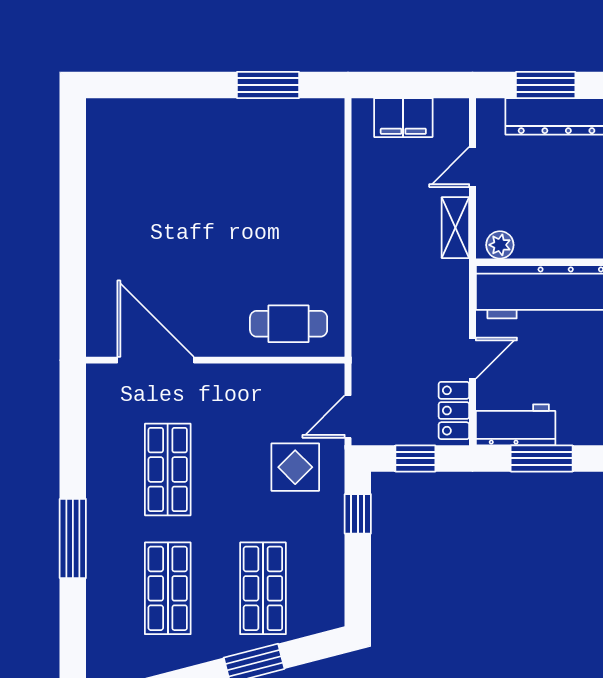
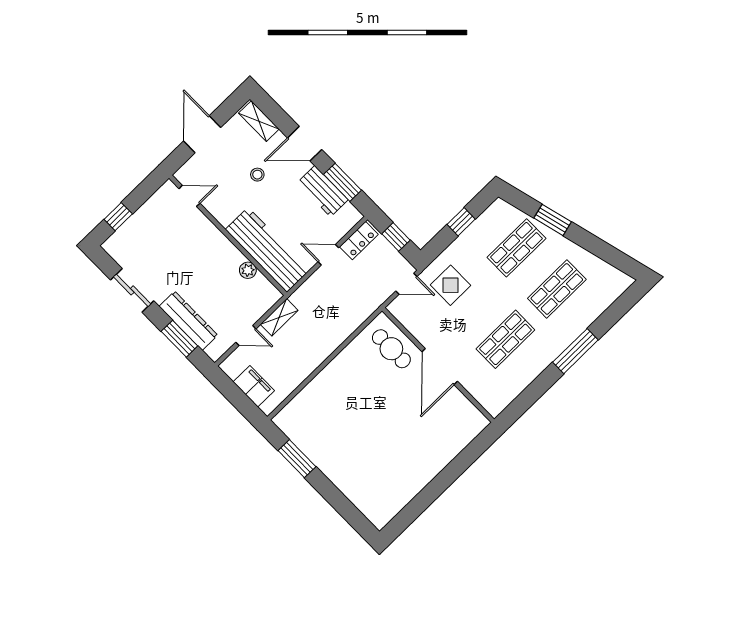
plant: (500, 245) -> (248, 270), moved
door: (156, 360) -> (440, 367), moved
workbench: (516, 425) -> (323, 191), moved
window: (358, 514) -> (461, 222), moved

